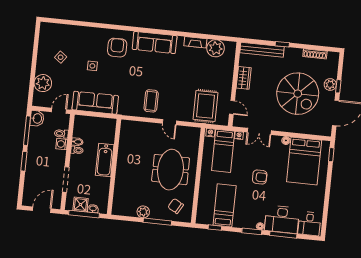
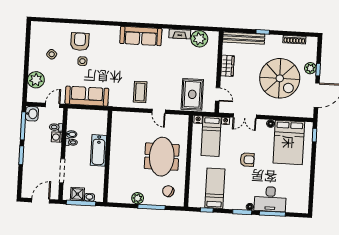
armchair: (117, 48) -> (80, 42), moved
desk: (309, 224) -> (297, 202), removed

